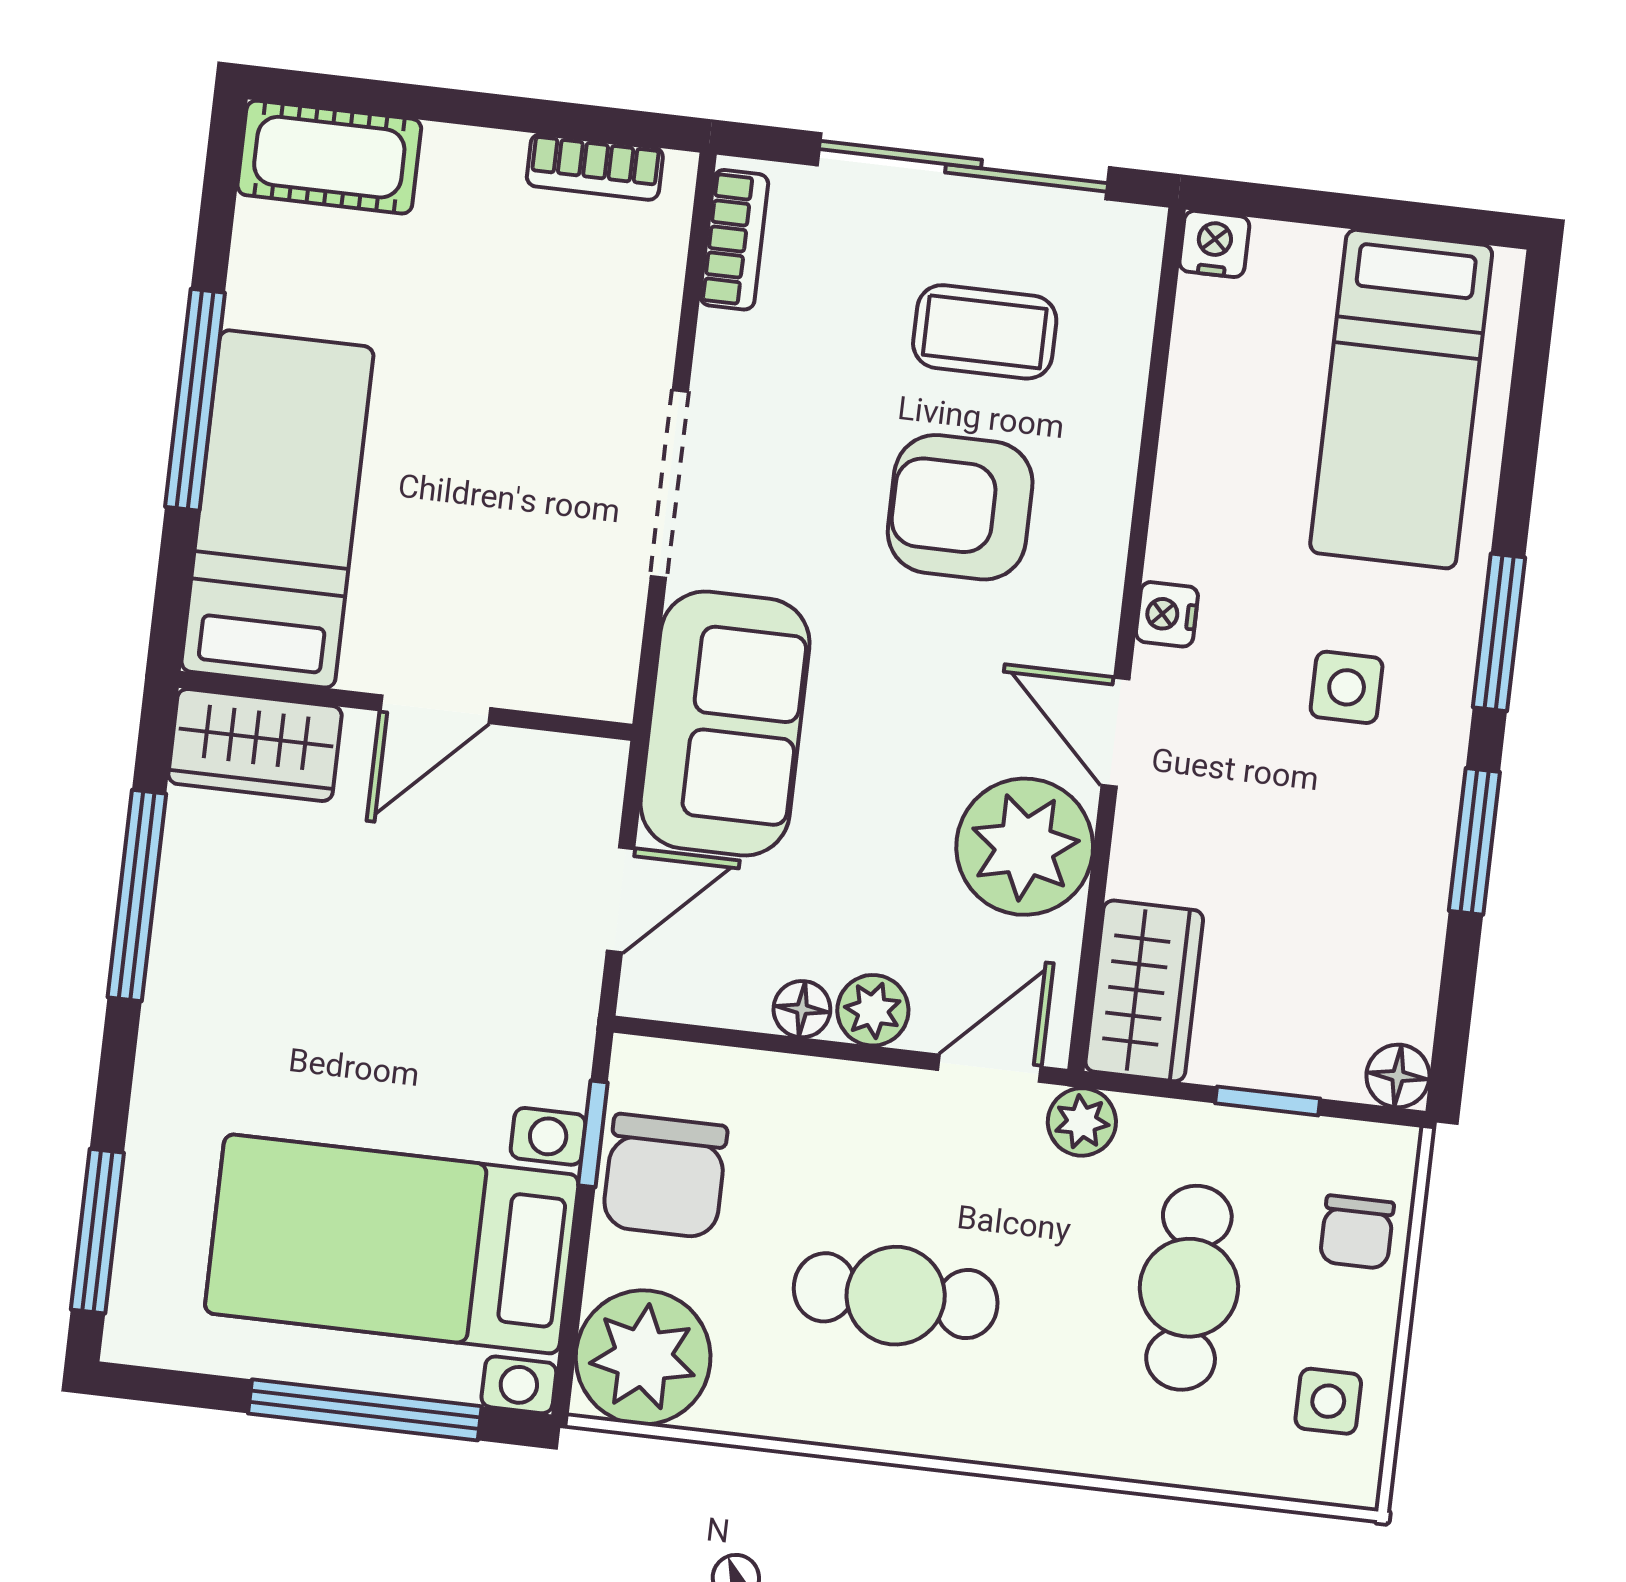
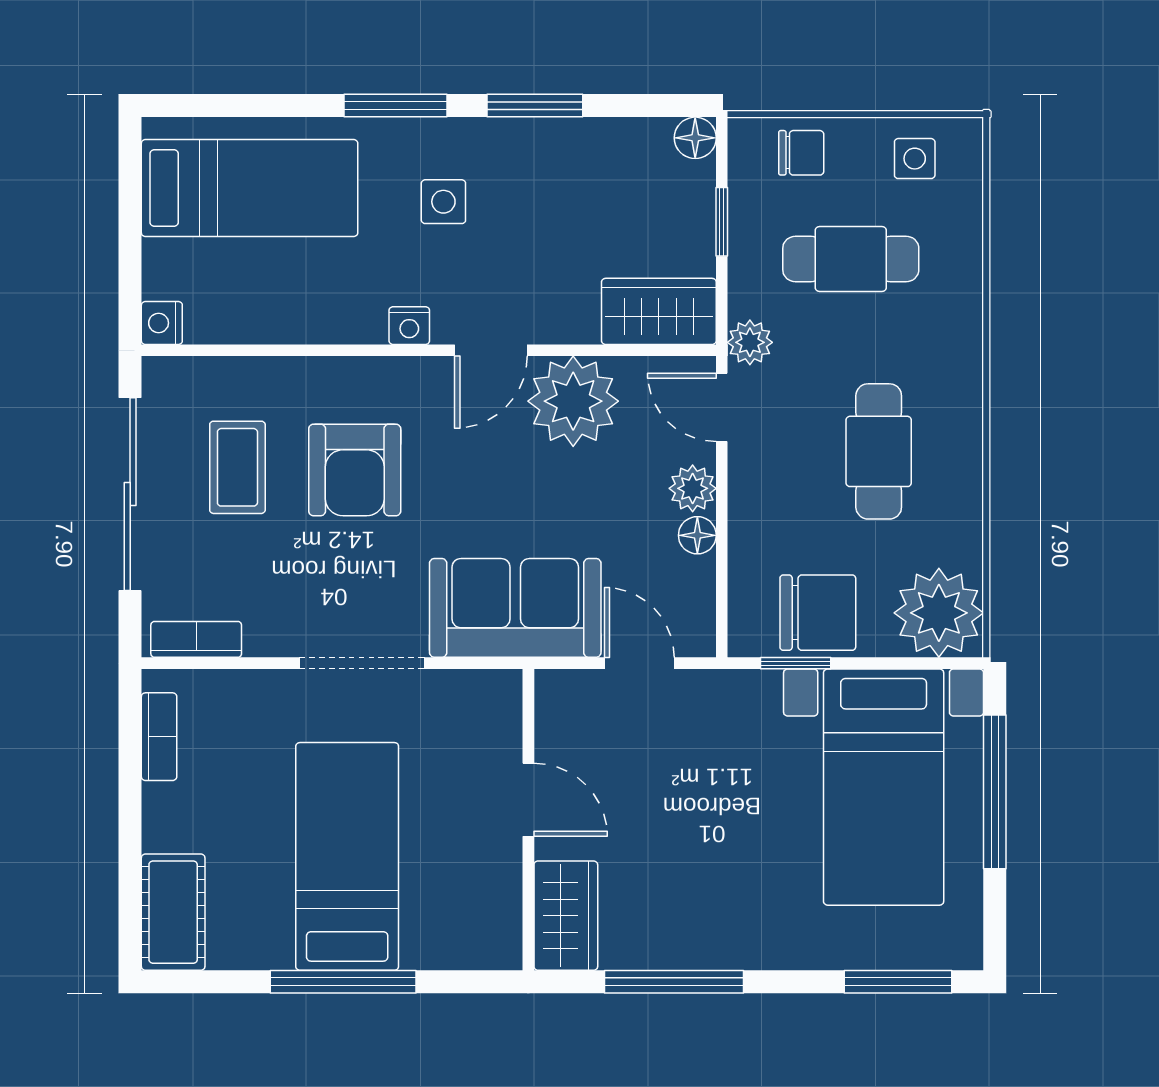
bed: (277, 509) -> (347, 856), moved, turned 90

